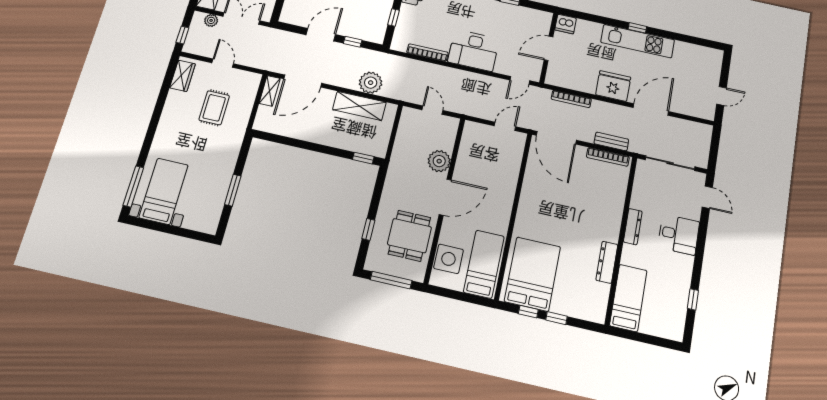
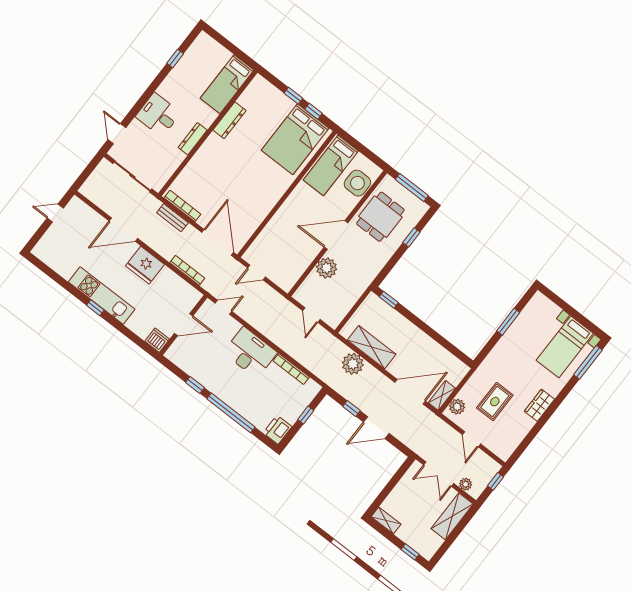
wardrobe: (183, 76) -> (539, 405), moved
plant: (250, 87) -> (457, 407), added

